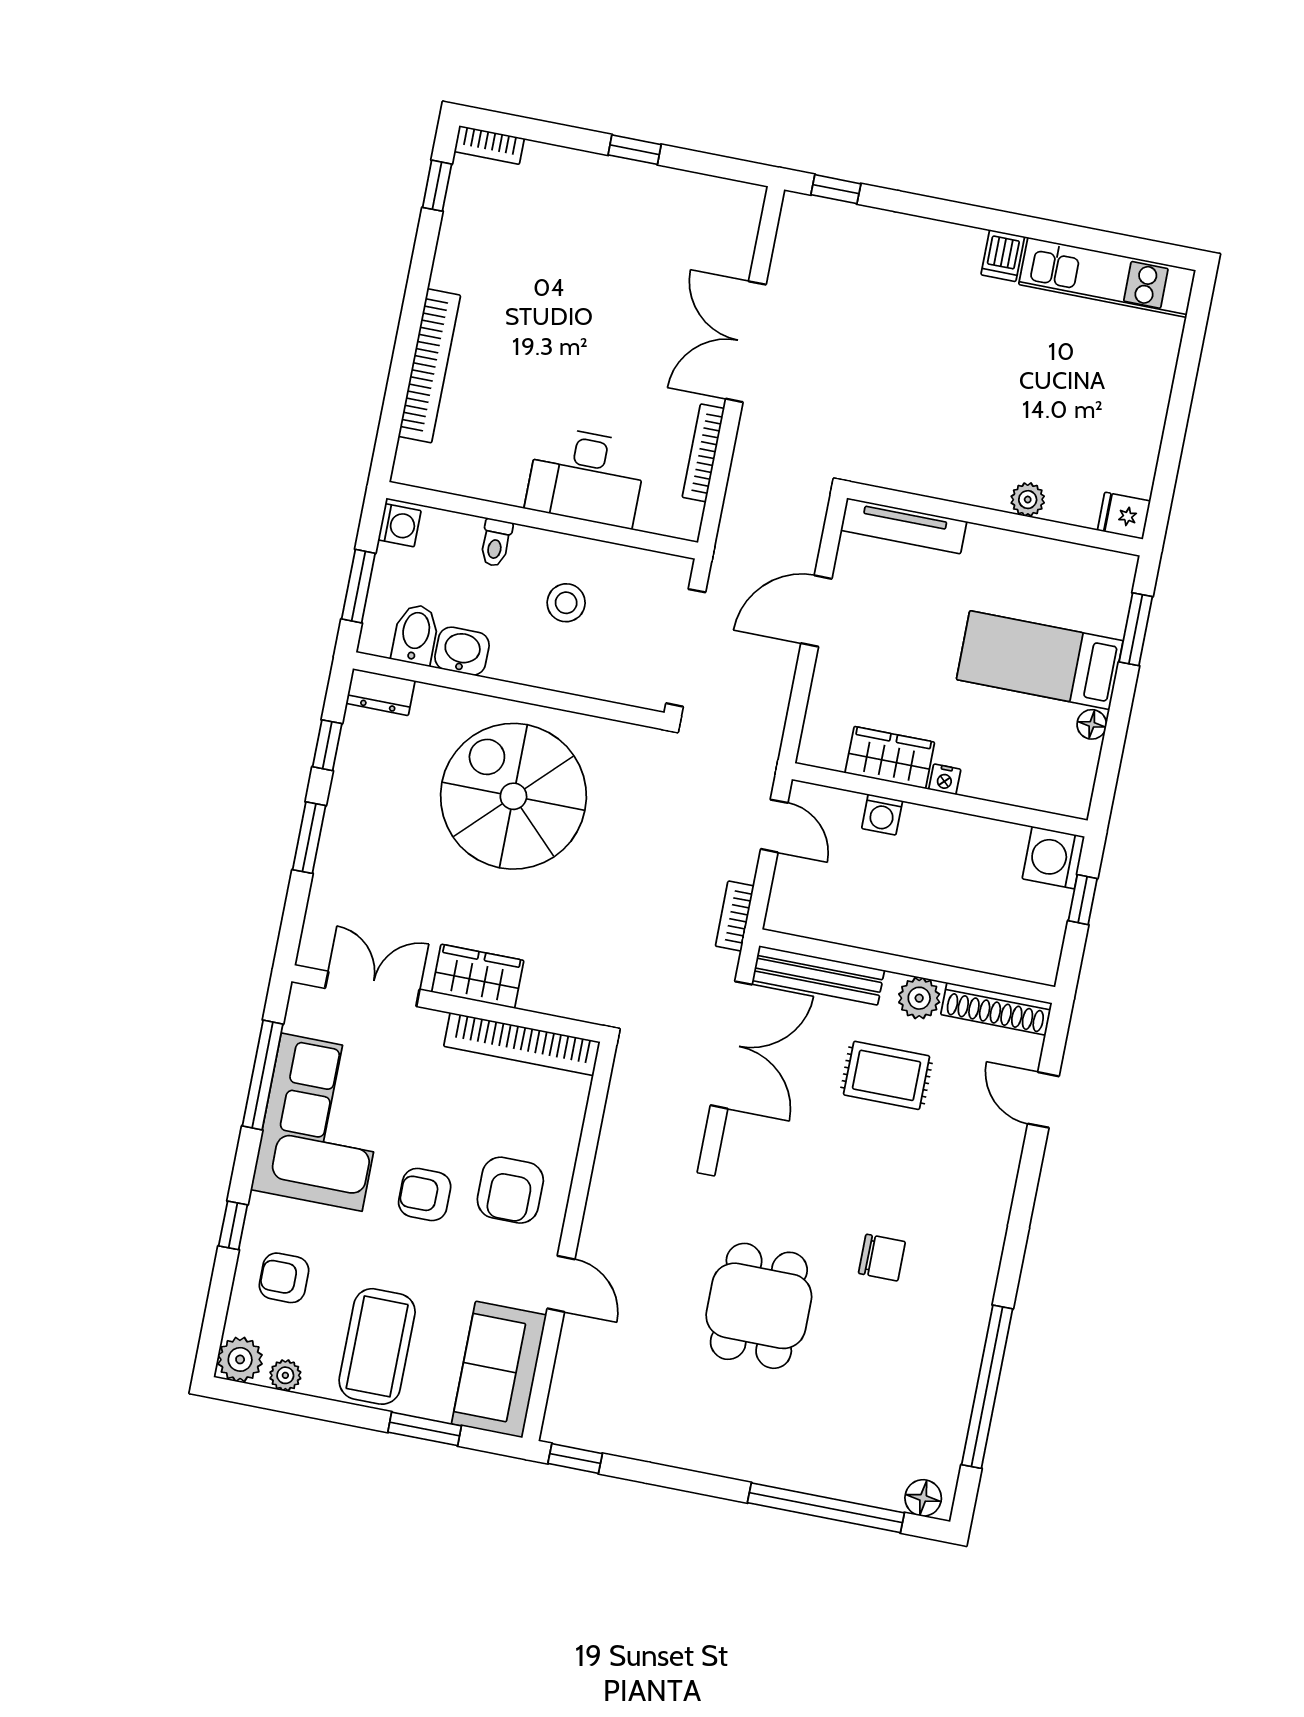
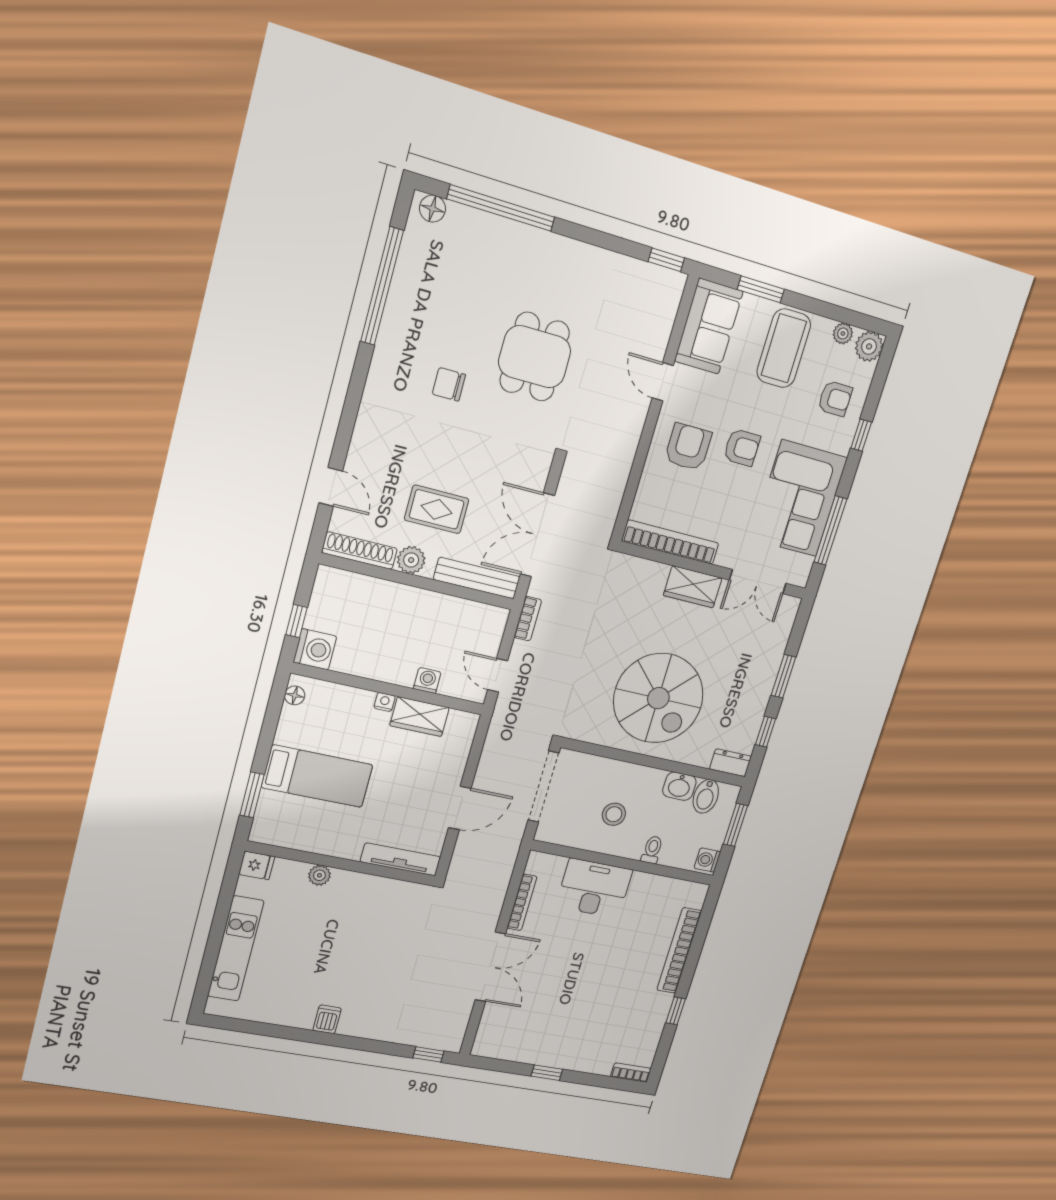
window: (437, 186) -> (676, 1011), moved
kitchen unit: (1107, 277) -> (236, 949), moved, turned 90
floor lamp: (1092, 724) -> (295, 695), moved

